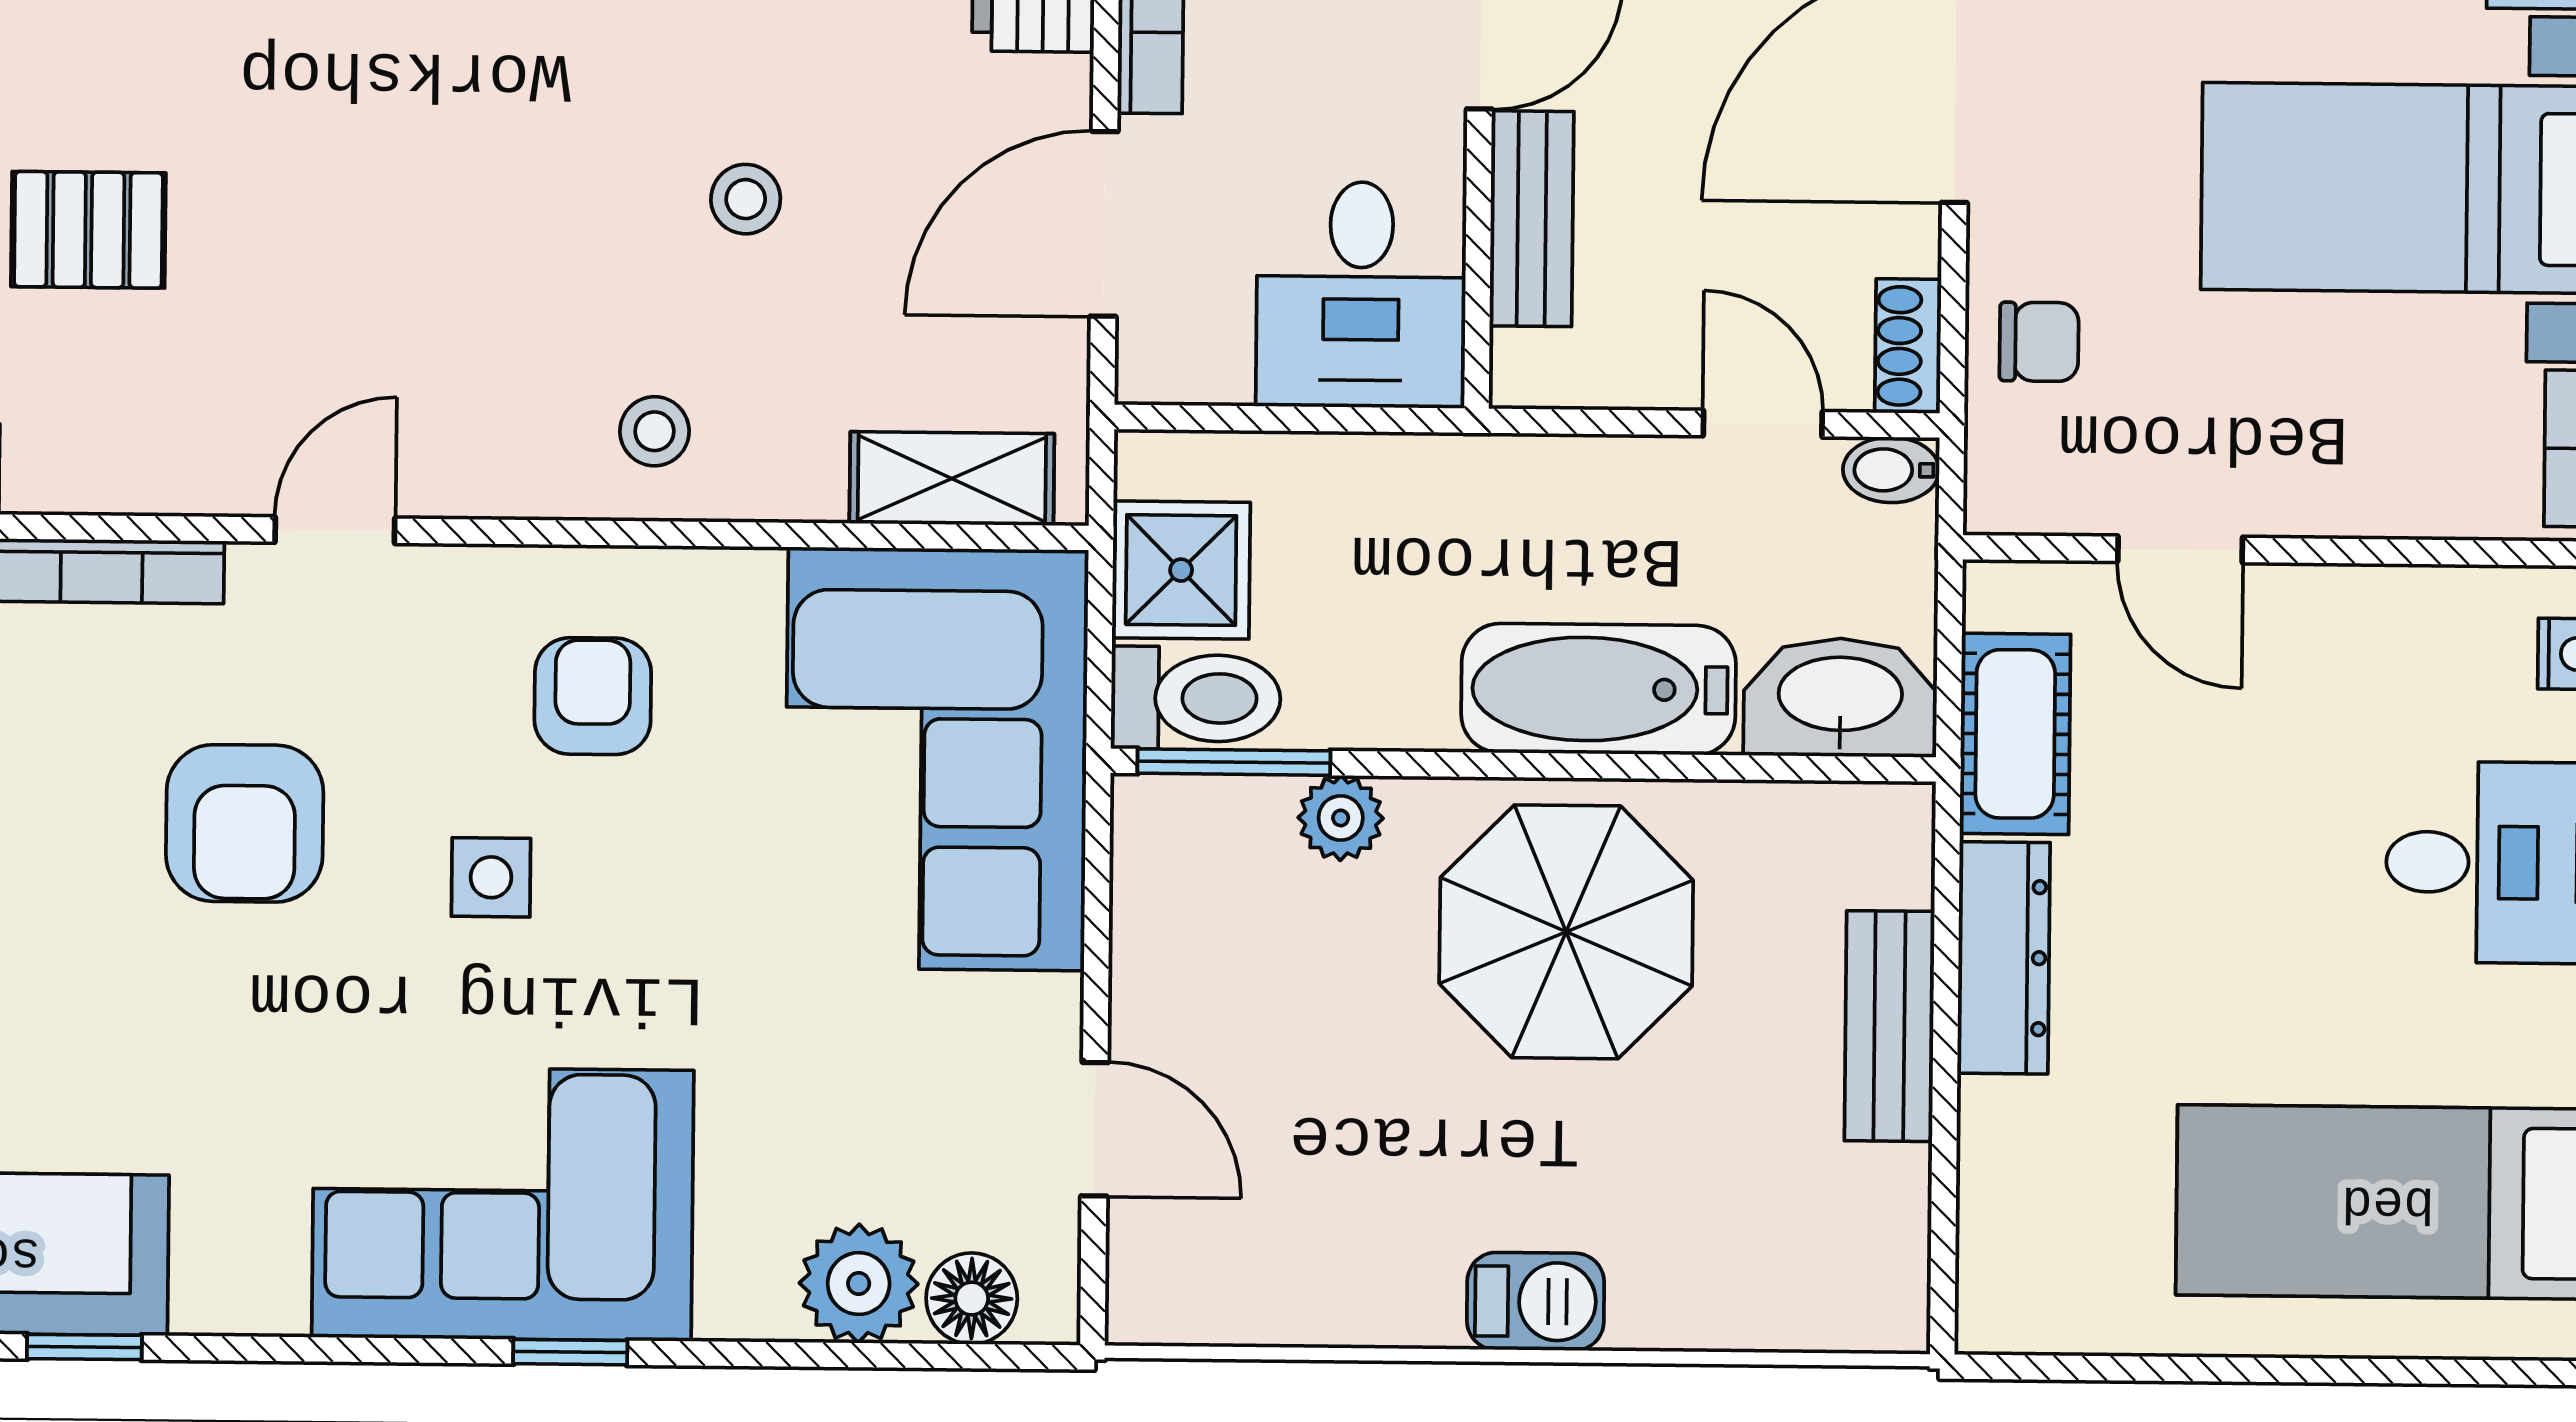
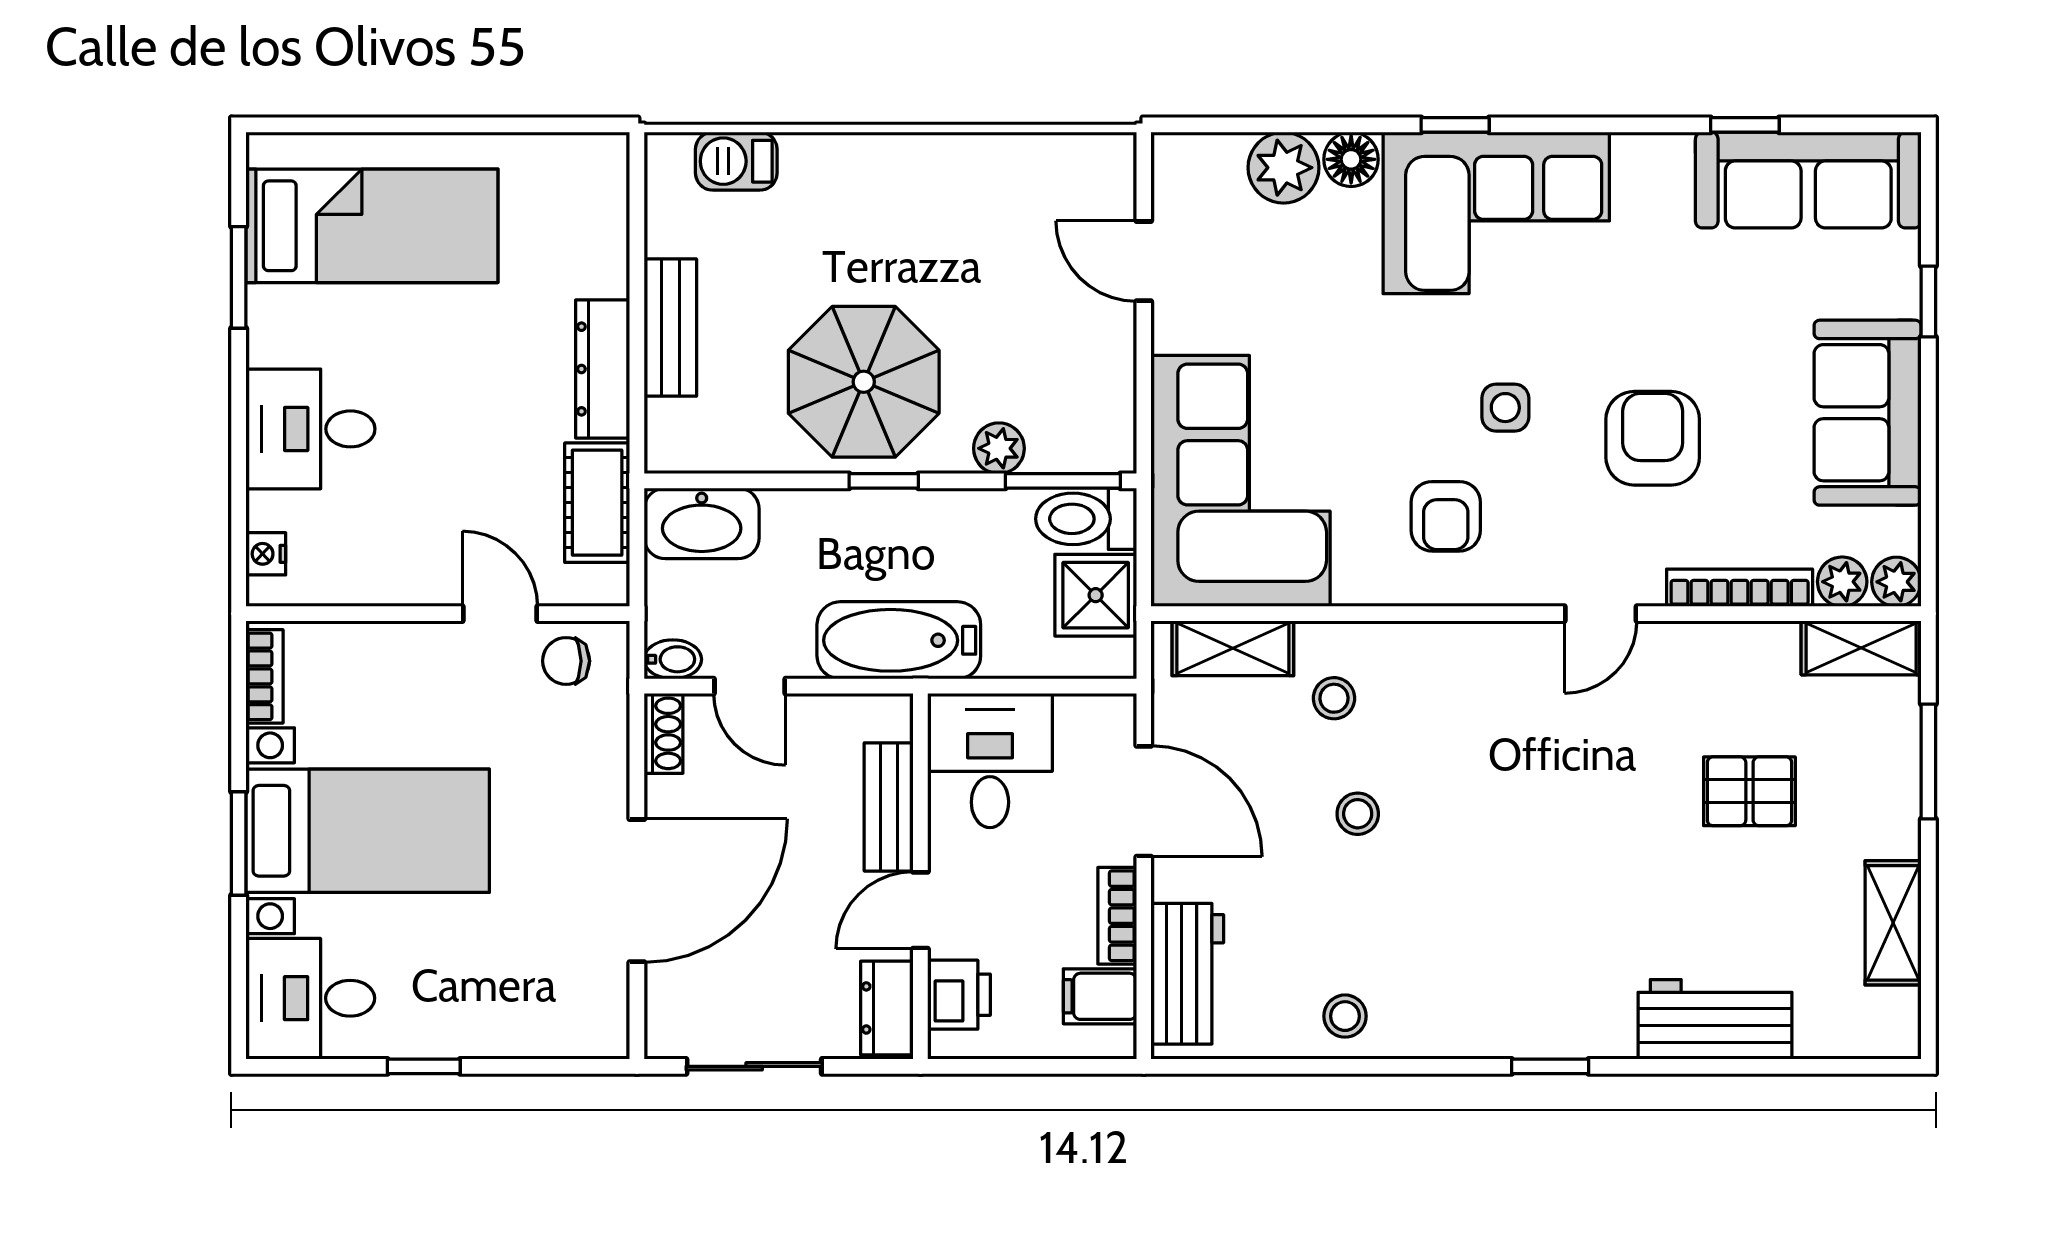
door: (1104, 224) -> (1144, 801), hinge flipped
chair: (2039, 342) -> (566, 661), moved
stool: (654, 431) -> (1334, 698), moved
bathtub: (1599, 689) -> (899, 640), moved, turned 180
window: (1534, 765) -> (884, 481), added
floor lamp: (972, 1299) -> (1351, 159), moved
barbecue: (1536, 1301) -> (736, 161), moved

